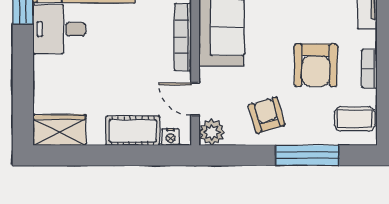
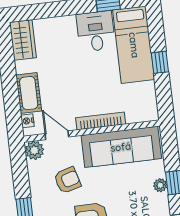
door: (195, 99) -> (57, 135), hinge flipped
armchair: (267, 115) -> (67, 180), moved

